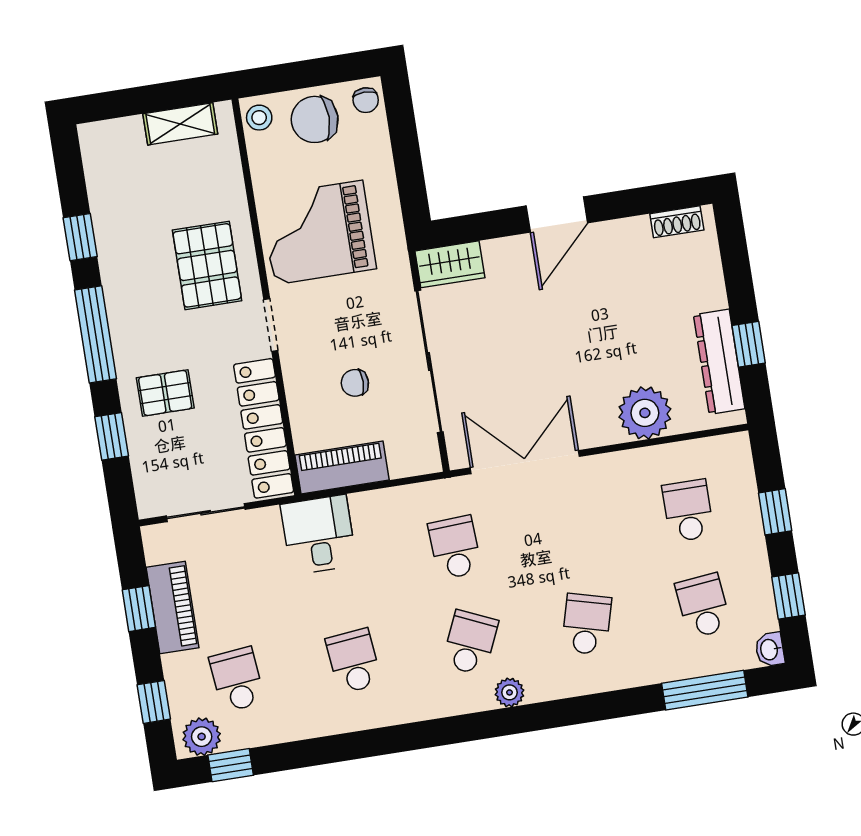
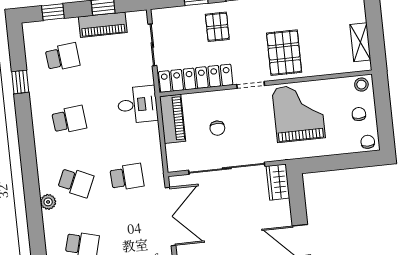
chair: (366, 100) -> (368, 142), turned 90
chair: (315, 119) -> (359, 114), width x0.54, depth x0.54
pallet: (207, 265) -> (284, 53), turned 90
chair: (355, 383) -> (217, 128), turned 180
plant: (202, 737) -> (33, 37), removed
window: (231, 765) -> (20, 82), moved

